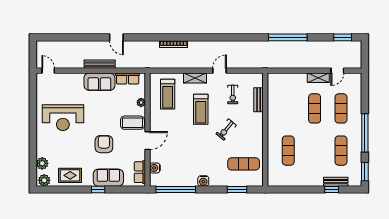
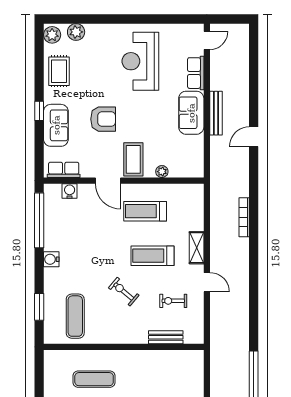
row of seats: (128, 78) -> (196, 73), moved
treadmill: (168, 94) -> (145, 211), moved

